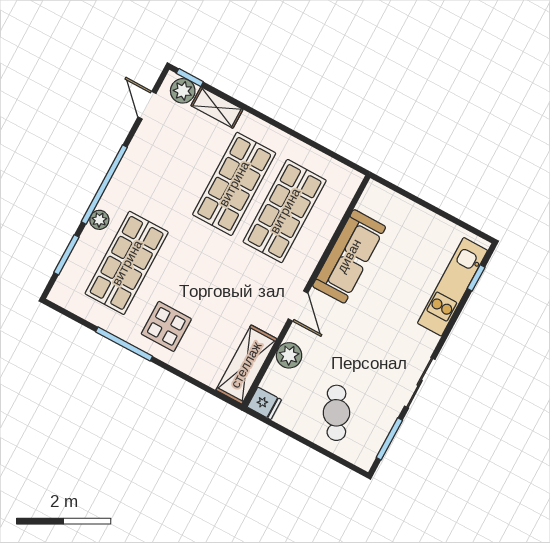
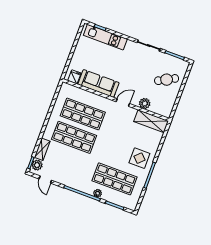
door: (147, 105) -> (45, 180), hinge flipped
fridge: (264, 403) -> (74, 77), moved

